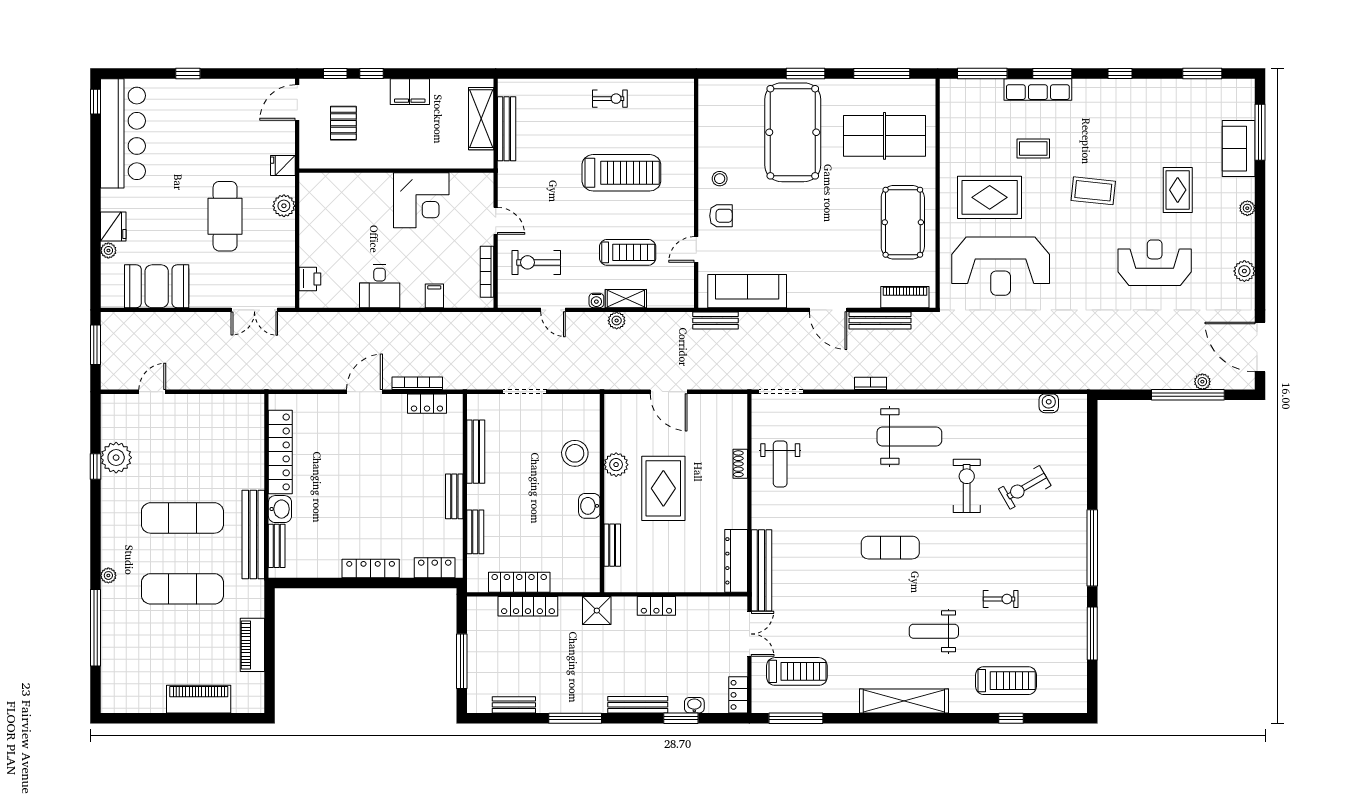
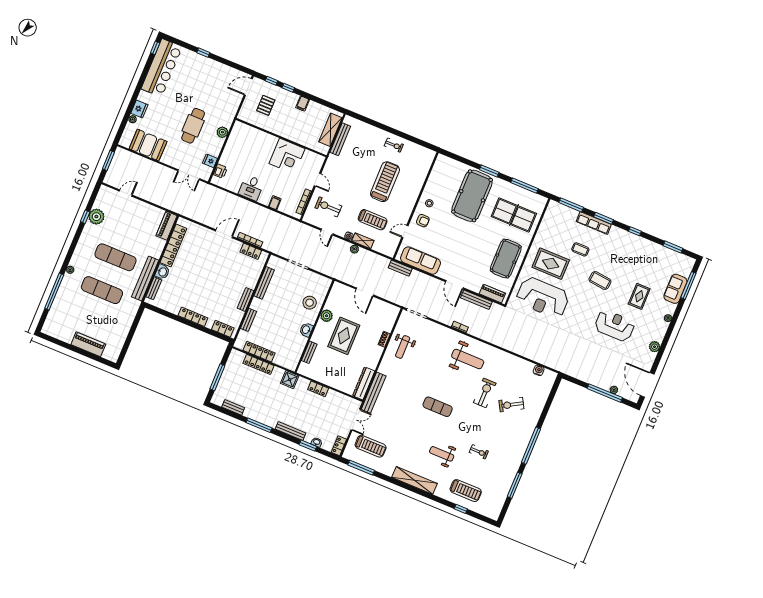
filing cabinet: (410, 92) -> (303, 103), width x0.50
fridge: (283, 166) -> (210, 161), moved
treadmill: (621, 173) -> (385, 182), turned -90
piano: (252, 645) -> (167, 226), moved

